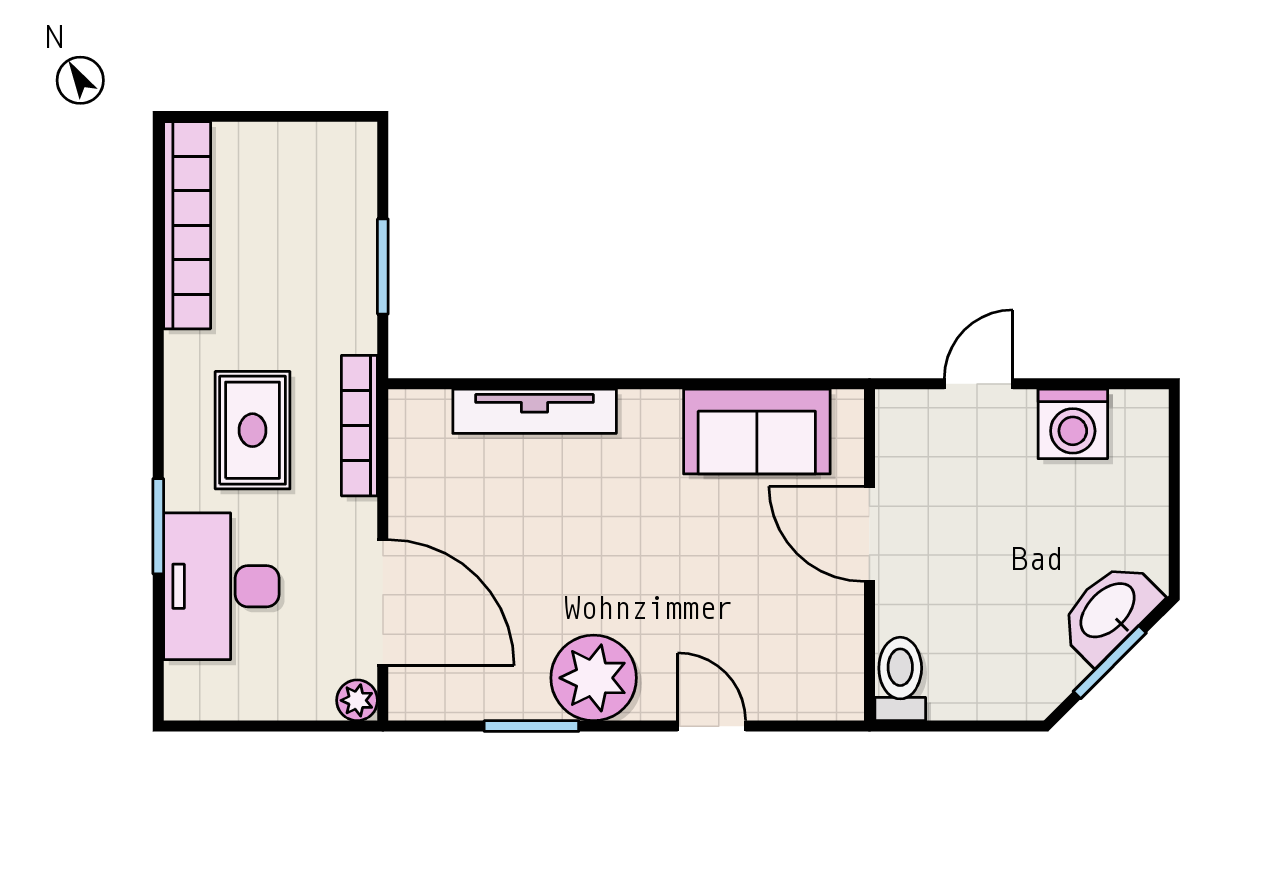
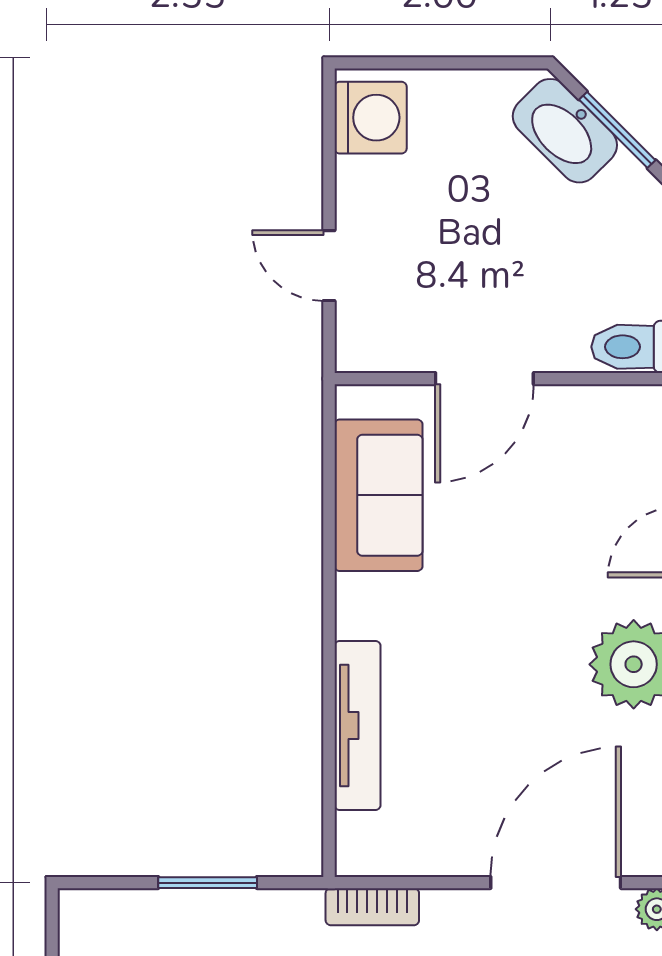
washing machine: (1073, 424) -> (371, 118), moved
bookcase: (359, 426) -> (372, 907), width x0.64

